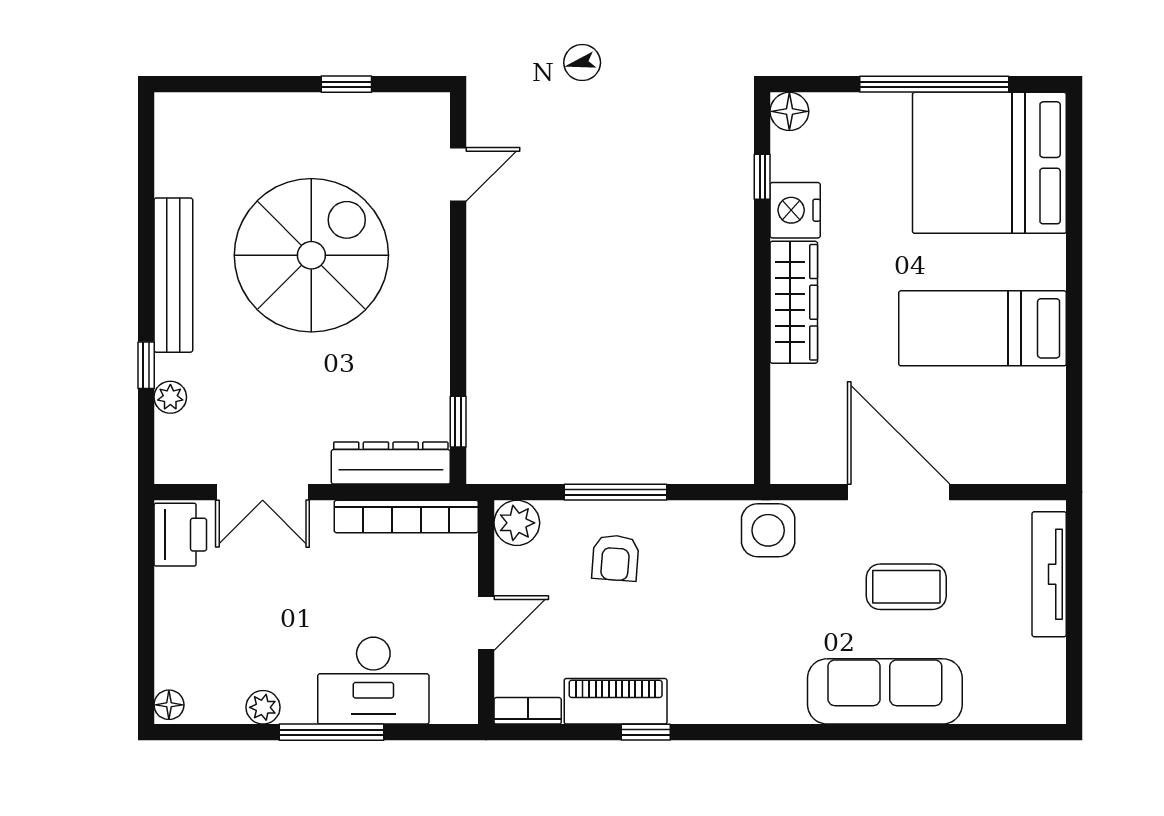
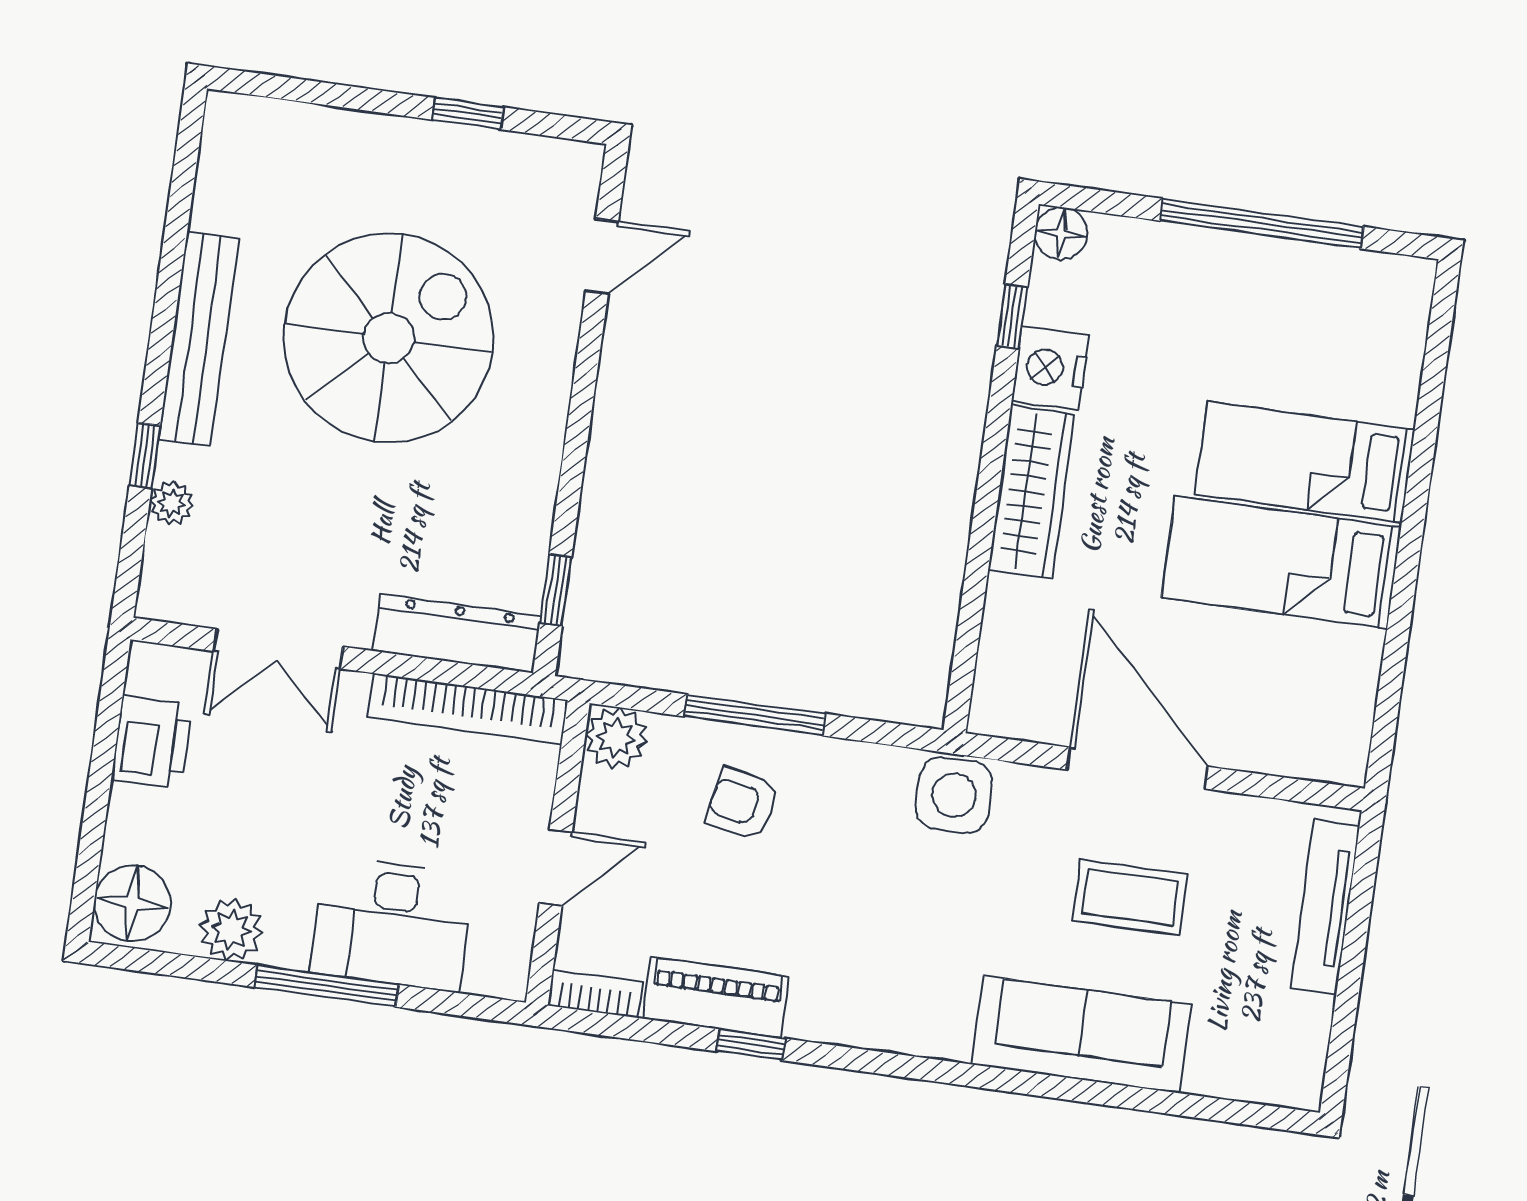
bed: (989, 163) -> (1305, 462), moved, width x0.49
printer: (180, 535) -> (152, 742), moved
armchair: (615, 558) -> (742, 804), turned 97
floor lamp: (169, 705) -> (132, 903), width x1.89, depth x1.89
plant: (263, 707) -> (231, 930), width x1.38, depth x1.38

